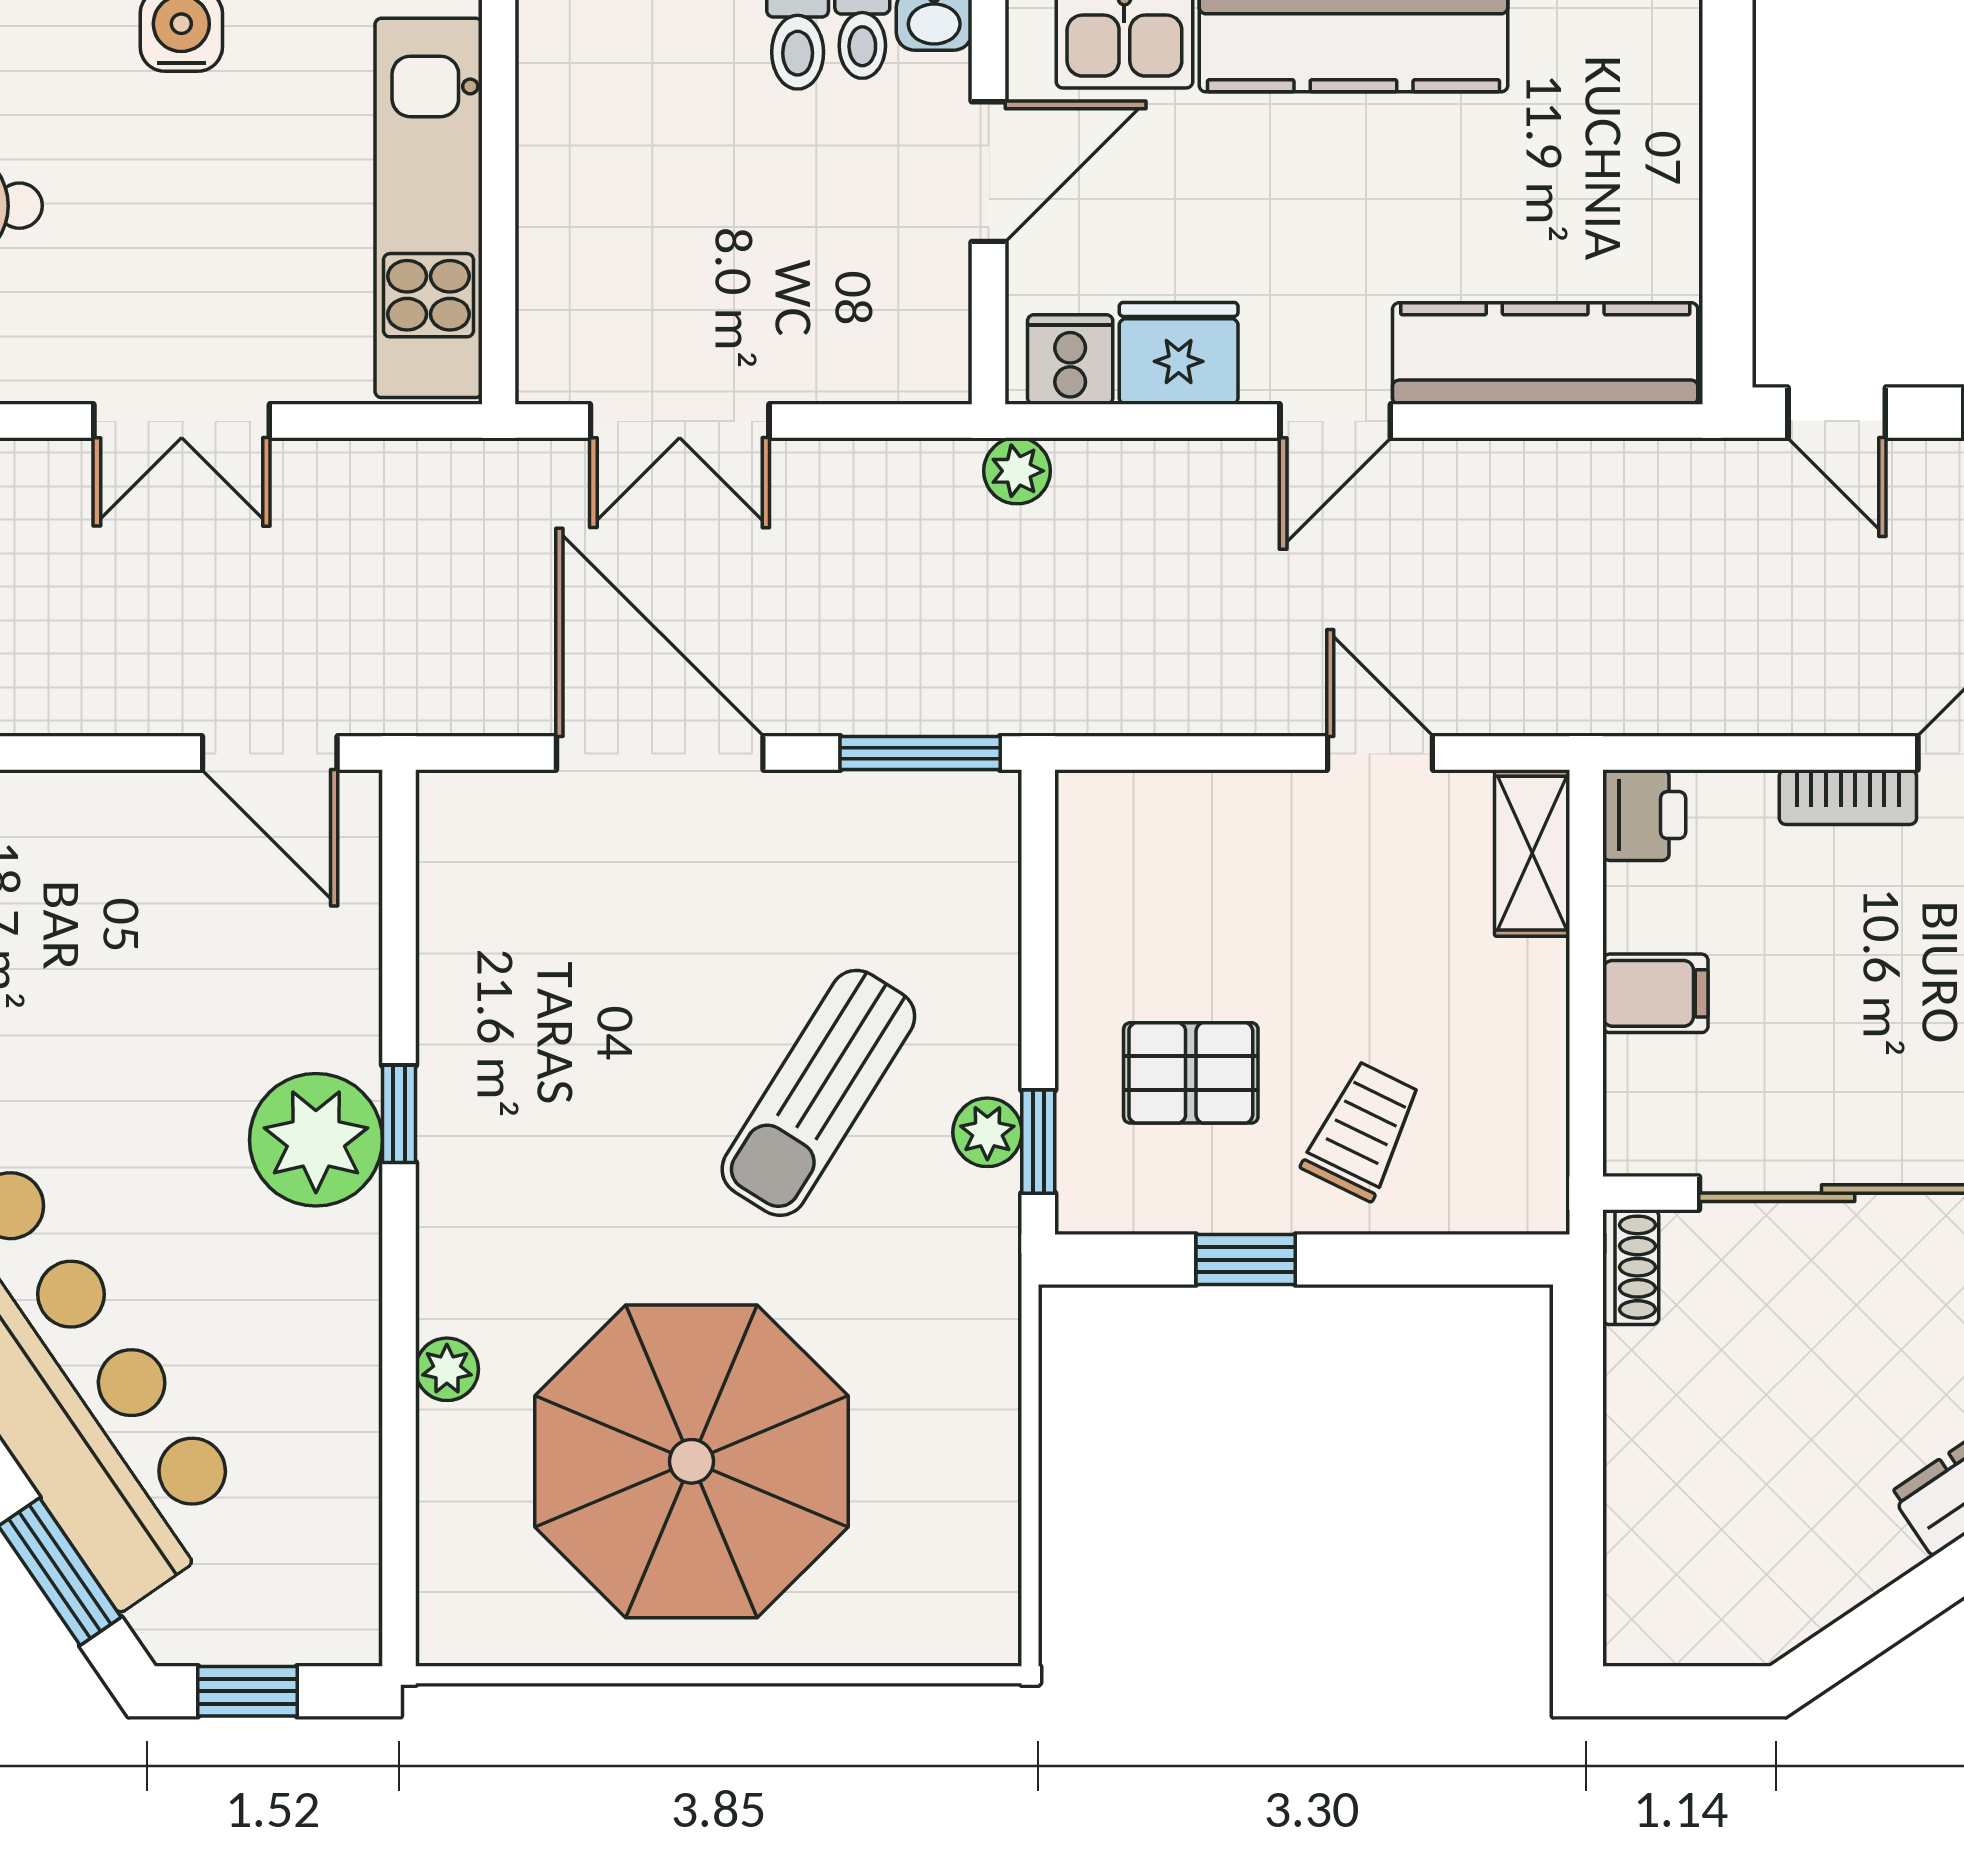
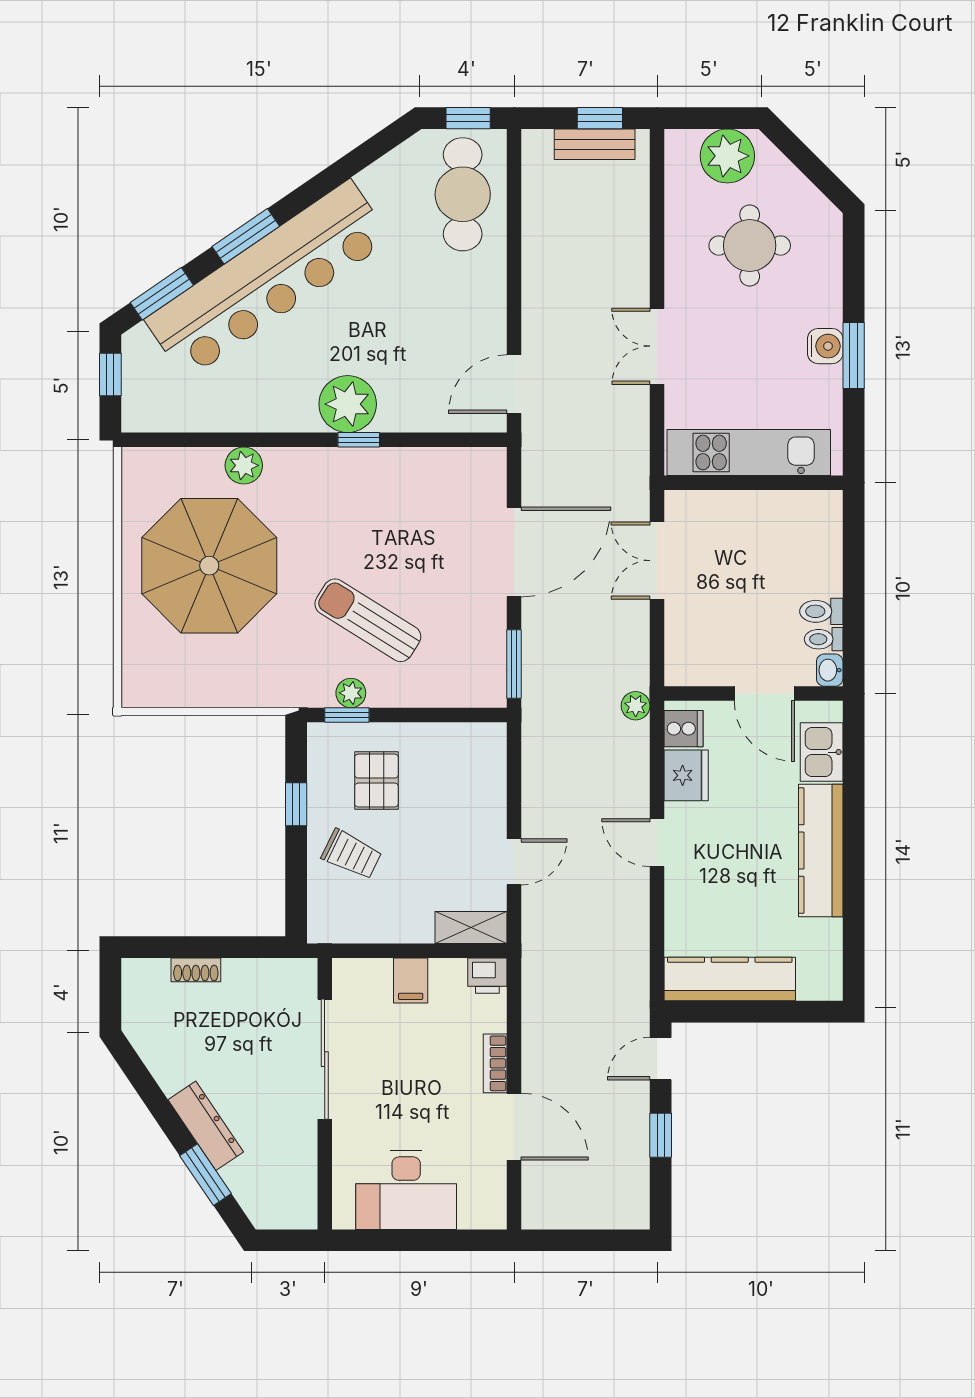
kitchen counter: (1545, 354) -> (730, 979), moved, turned -90
shoe rack: (1631, 1267) -> (196, 970), moved
plant: (447, 1369) -> (244, 465), width x1.38, depth x1.38

